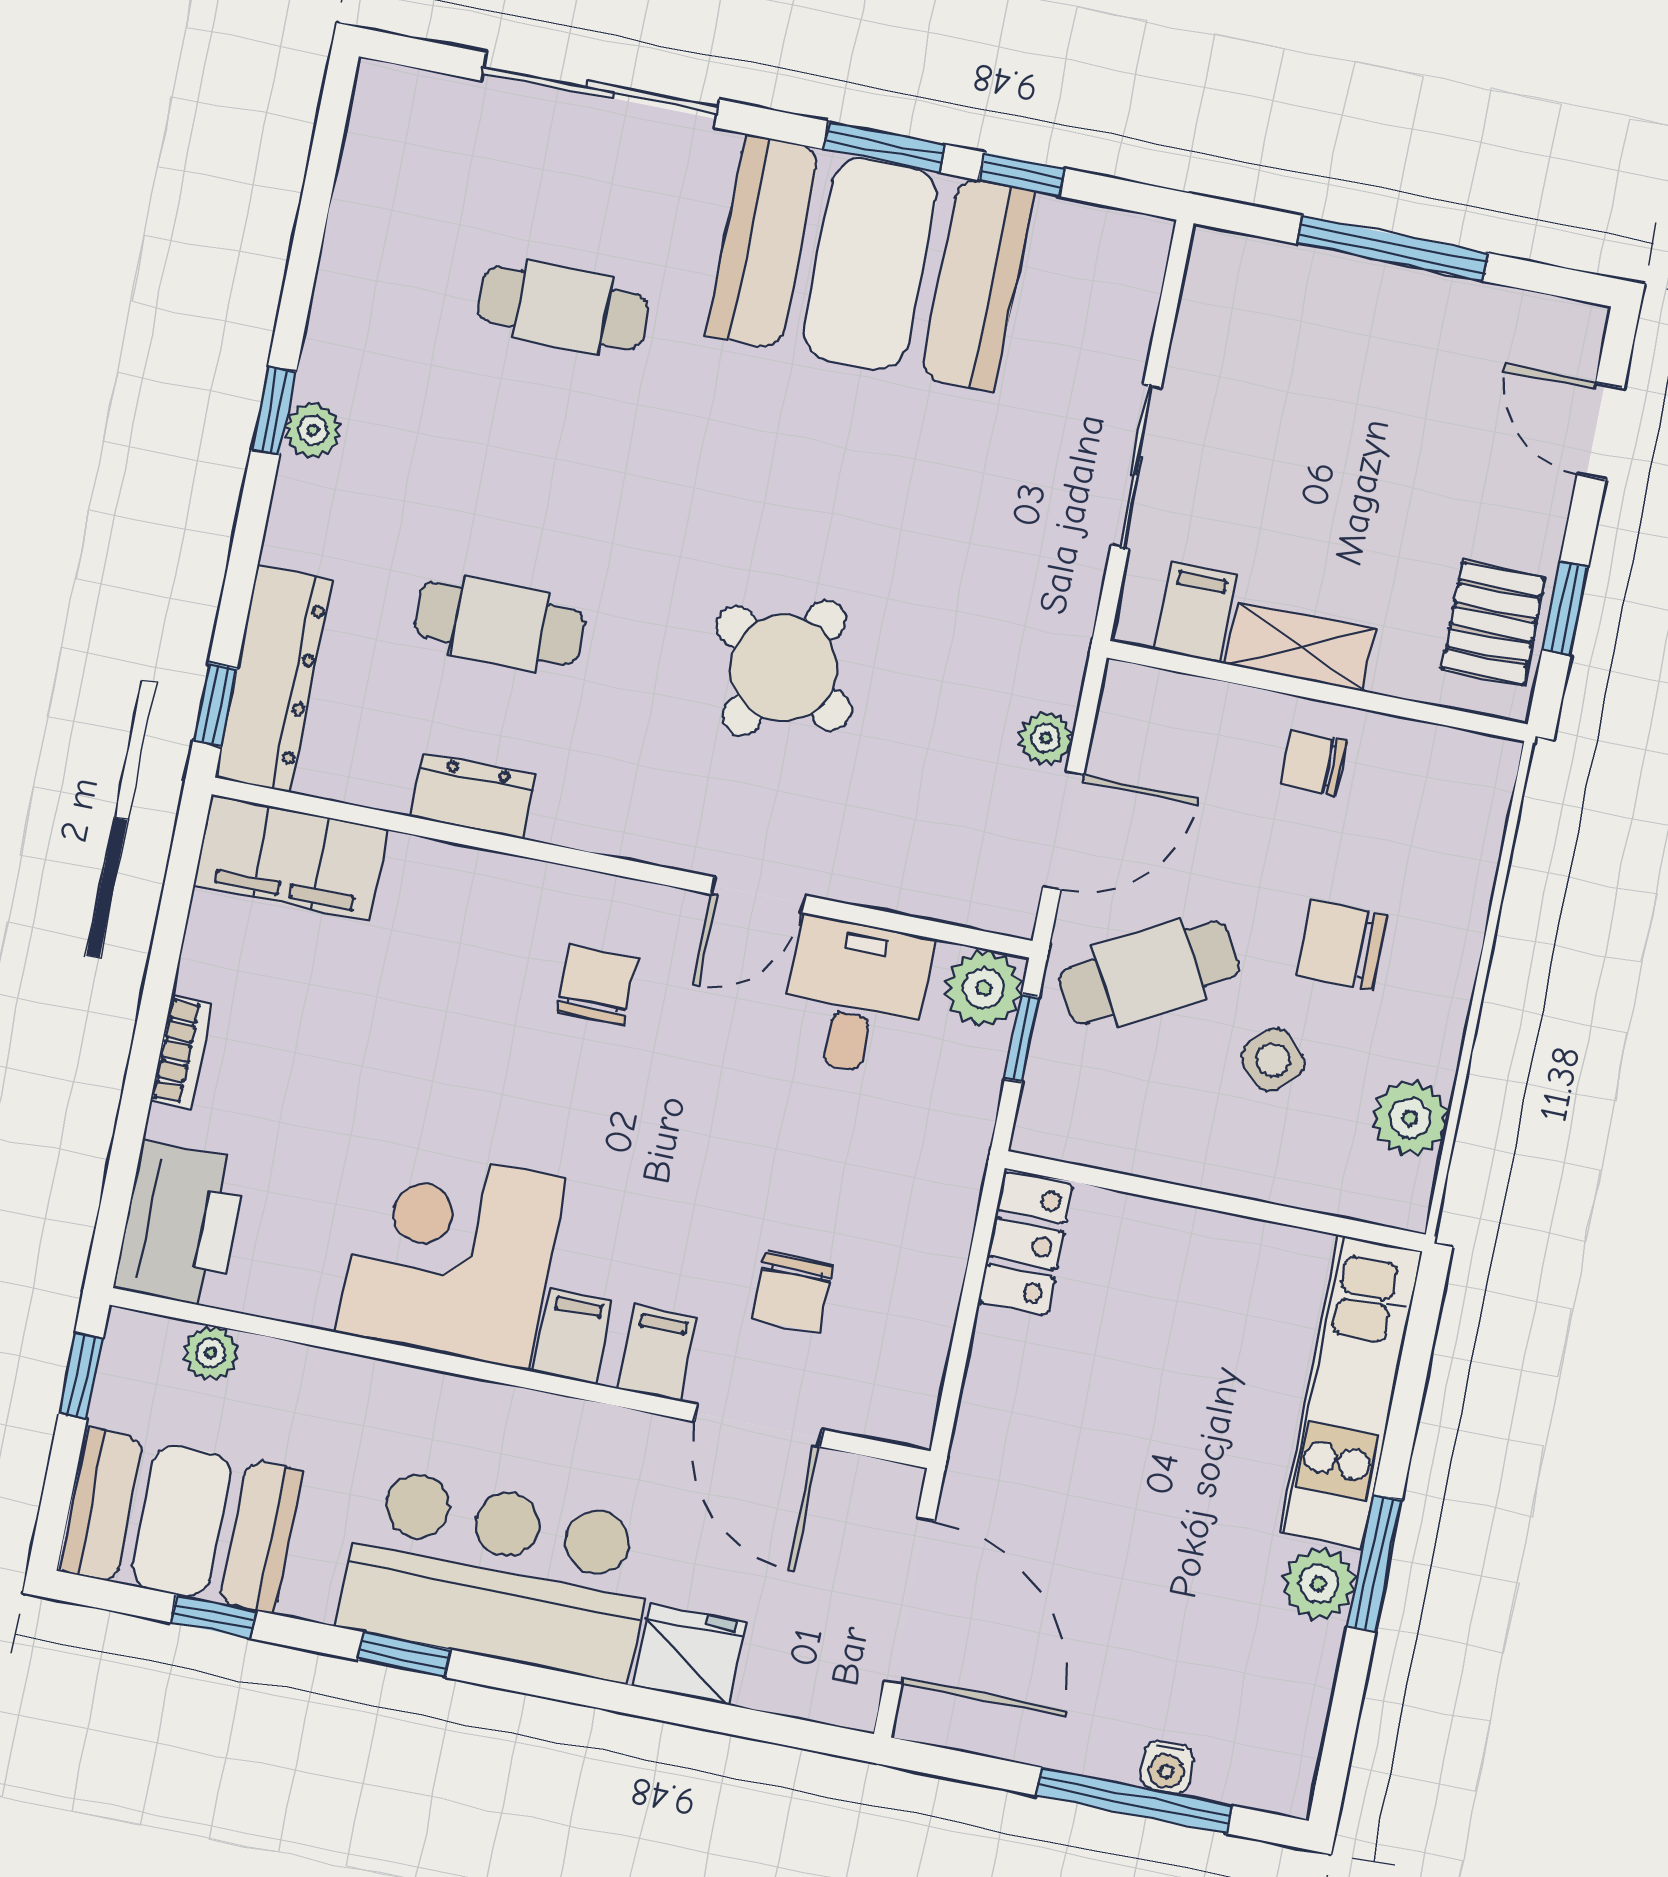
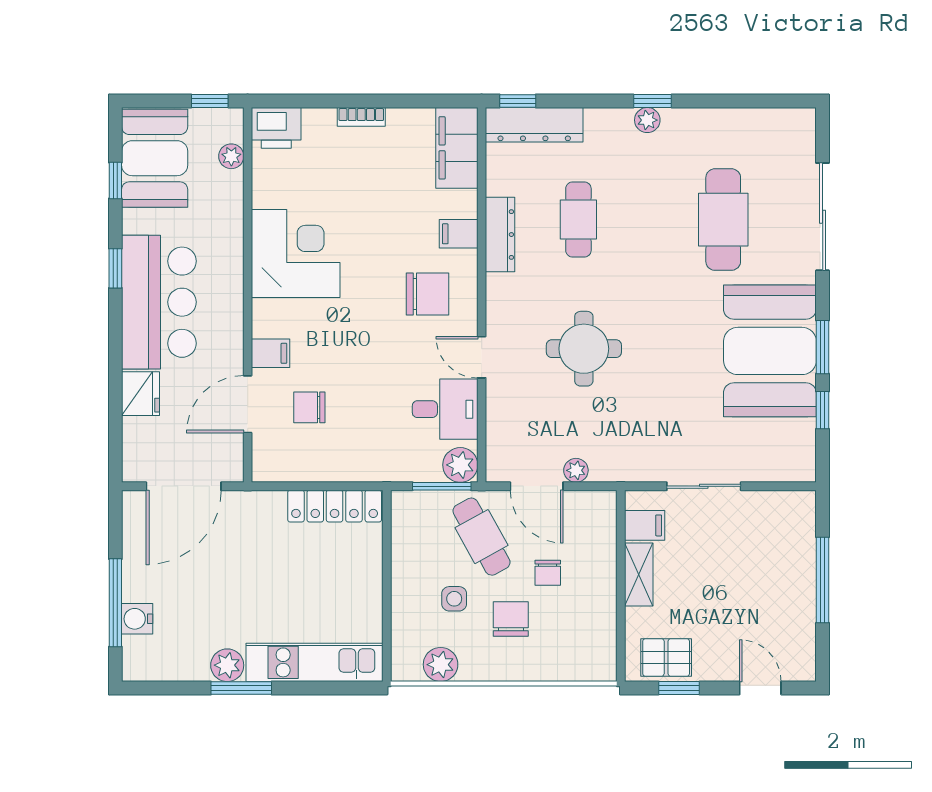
cafe table: (563, 308) -> (723, 220), width x1.37, depth x1.35
door: (1601, 431) -> (760, 688), hinge flipped
round table: (784, 668) -> (584, 349), turned -30
chair: (1313, 763) -> (548, 573), moved, turned 180
dresser: (474, 796) -> (500, 235), width x1.44
chair: (596, 985) -> (428, 294), width x1.37, depth x1.37
window: (1022, 1038) -> (442, 486), width x1.50
side table: (1273, 1060) -> (454, 599), turned 45
printer: (181, 1224) -> (276, 128), width x0.73, depth x0.84
locker: (1026, 1244) -> (335, 506), width x1.53
filing cabinet: (573, 1337) -> (459, 234), moved, turned 180
water cooler: (1167, 1767) -> (137, 619), width x1.38, depth x1.38

